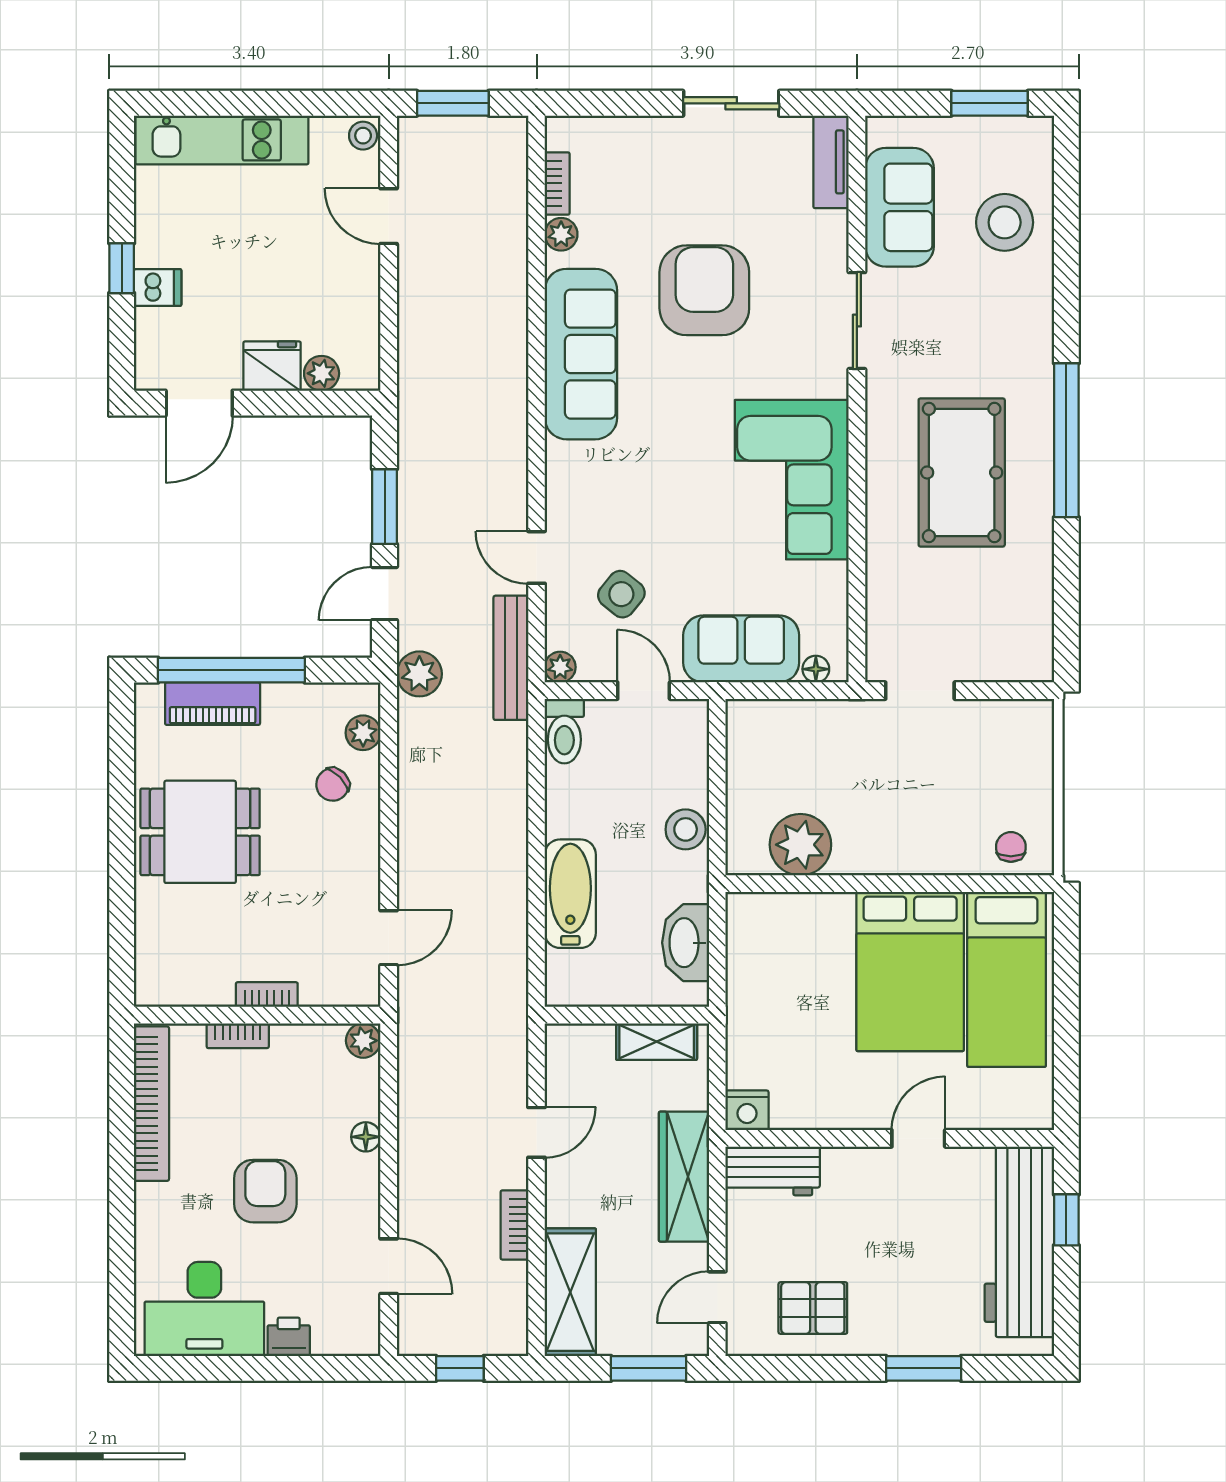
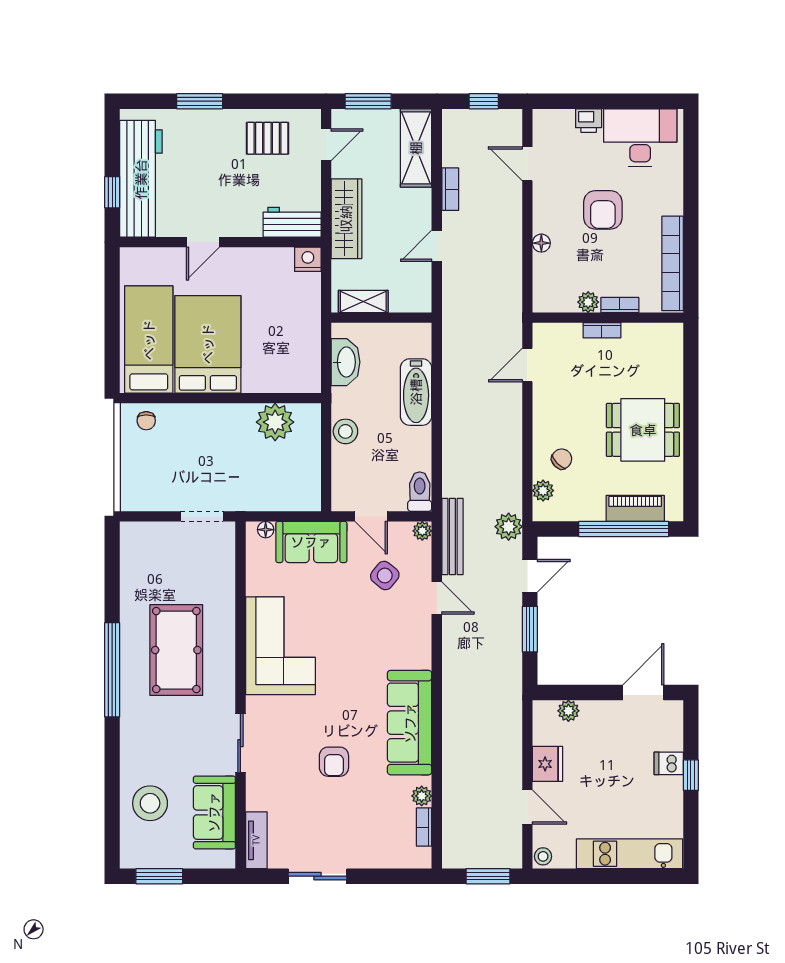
armchair: (704, 290) -> (334, 762), width x0.53, depth x0.53
fridge: (272, 366) -> (547, 764), moved, turned -90
plant: (363, 1041) -> (588, 302), moved

